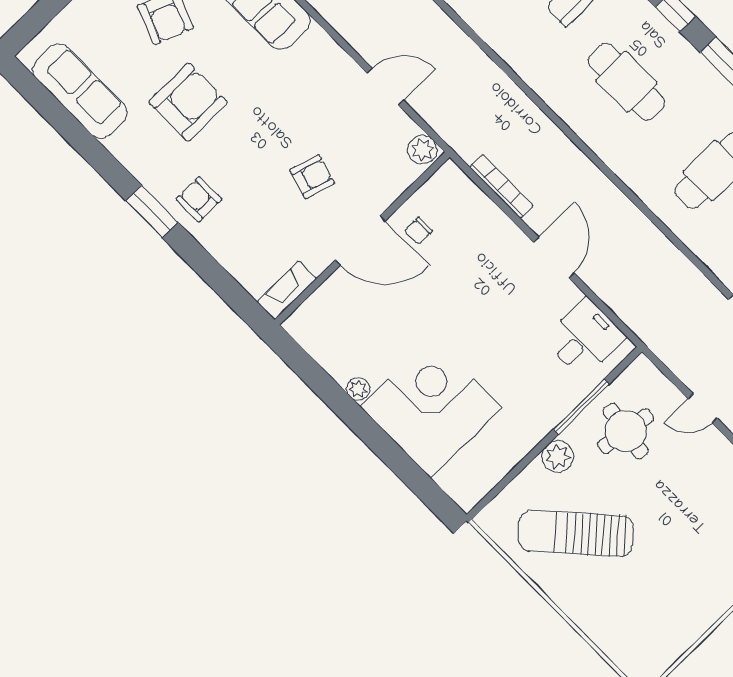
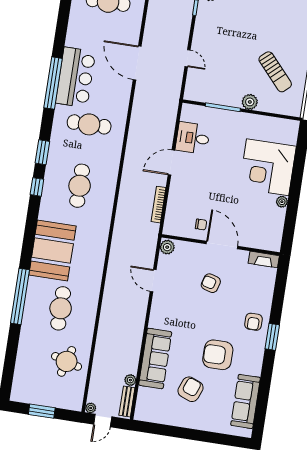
desk: (584, 338) -> (193, 138), moved
round table: (626, 431) -> (219, 82), removed
sun lounger: (576, 533) -> (275, 72), width x0.73, depth x0.75

